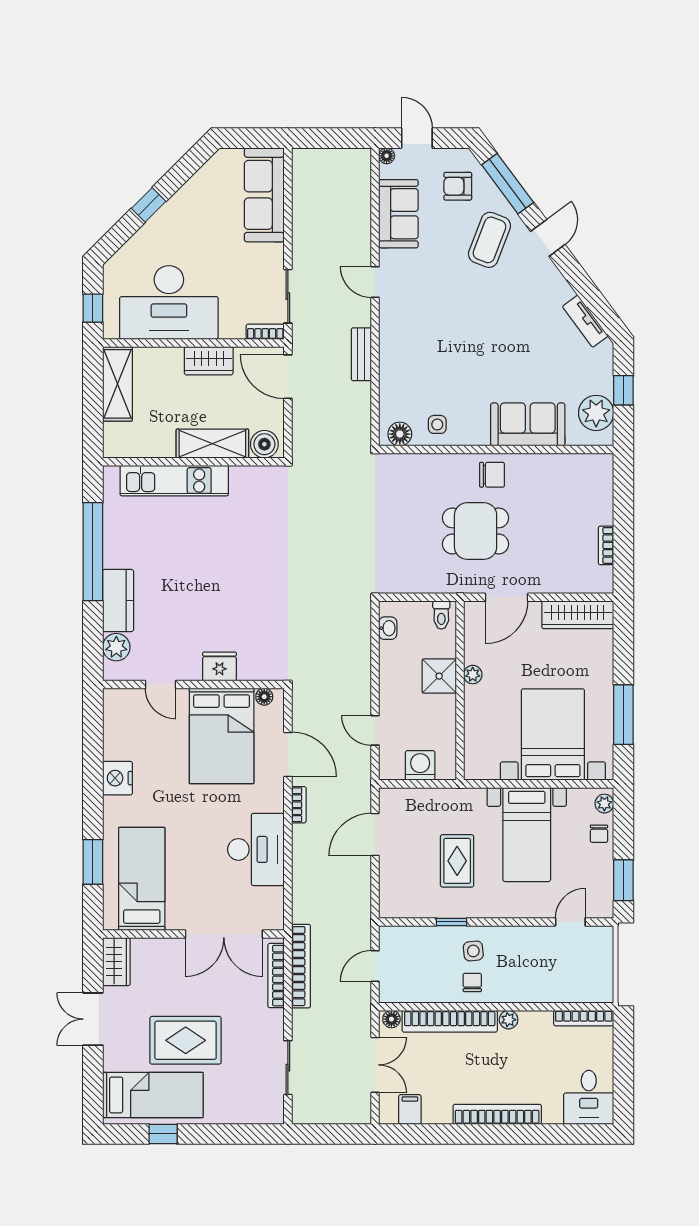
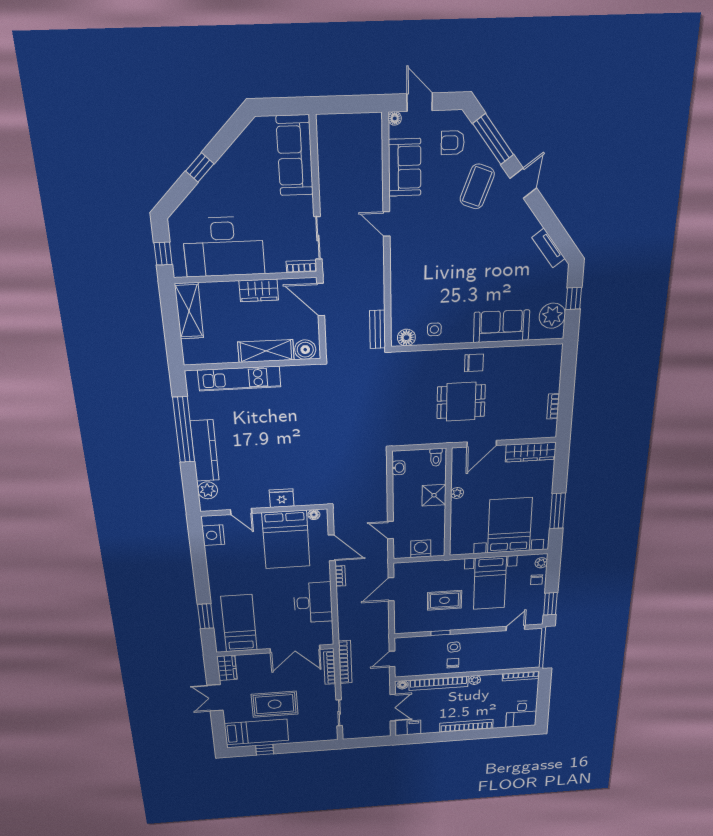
bench: (361, 354) -> (378, 329), moved
kitchen counter: (118, 601) -> (205, 451), width x1.50
nightstand: (117, 778) -> (213, 535), moved
rug: (457, 861) -> (445, 600), turned 90

